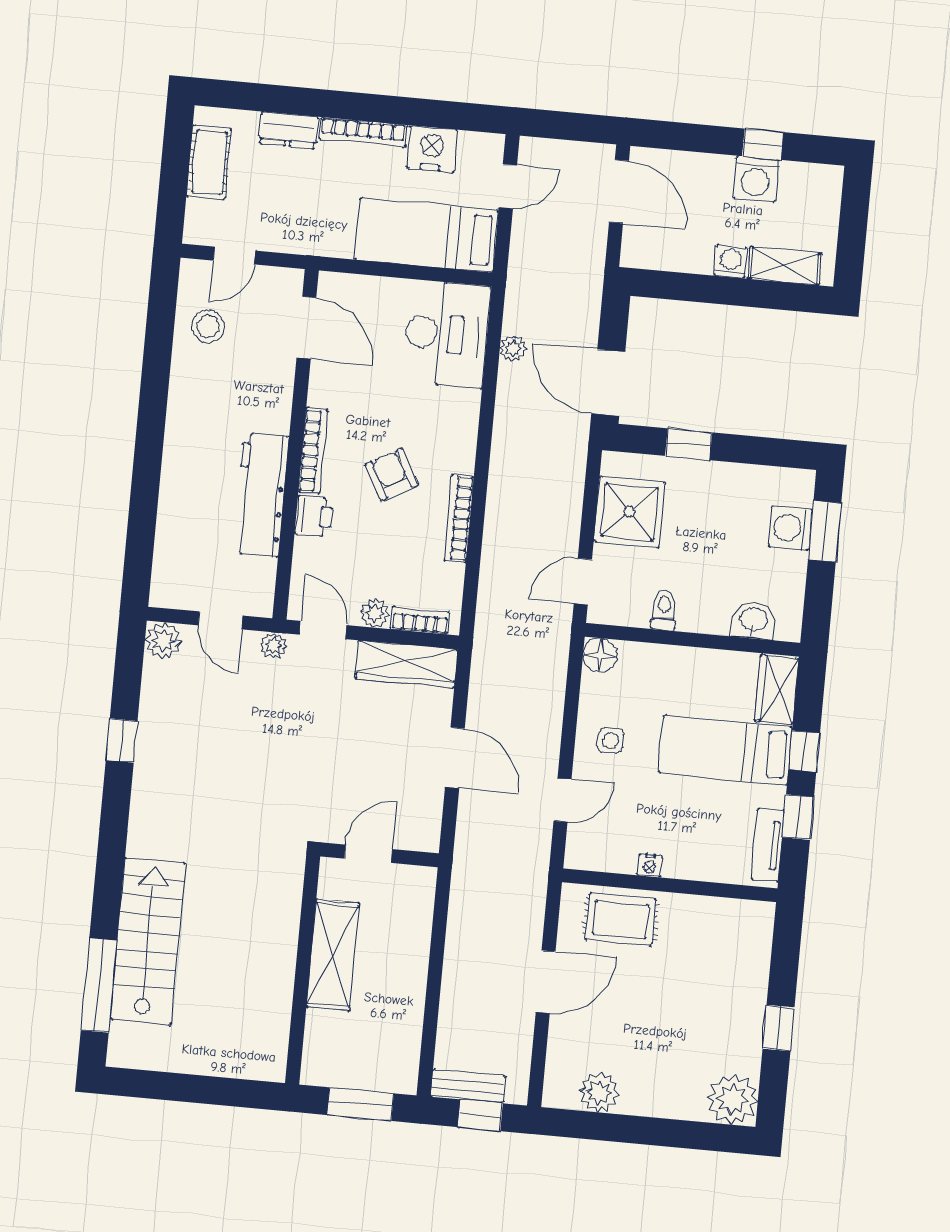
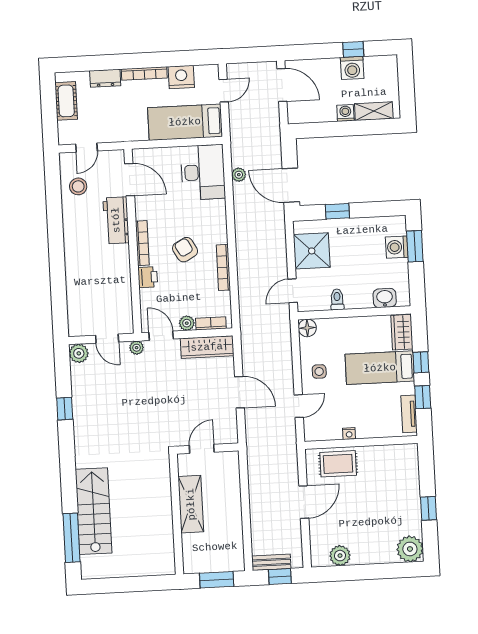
workbench: (261, 495) -> (116, 220), moved, width x0.73

